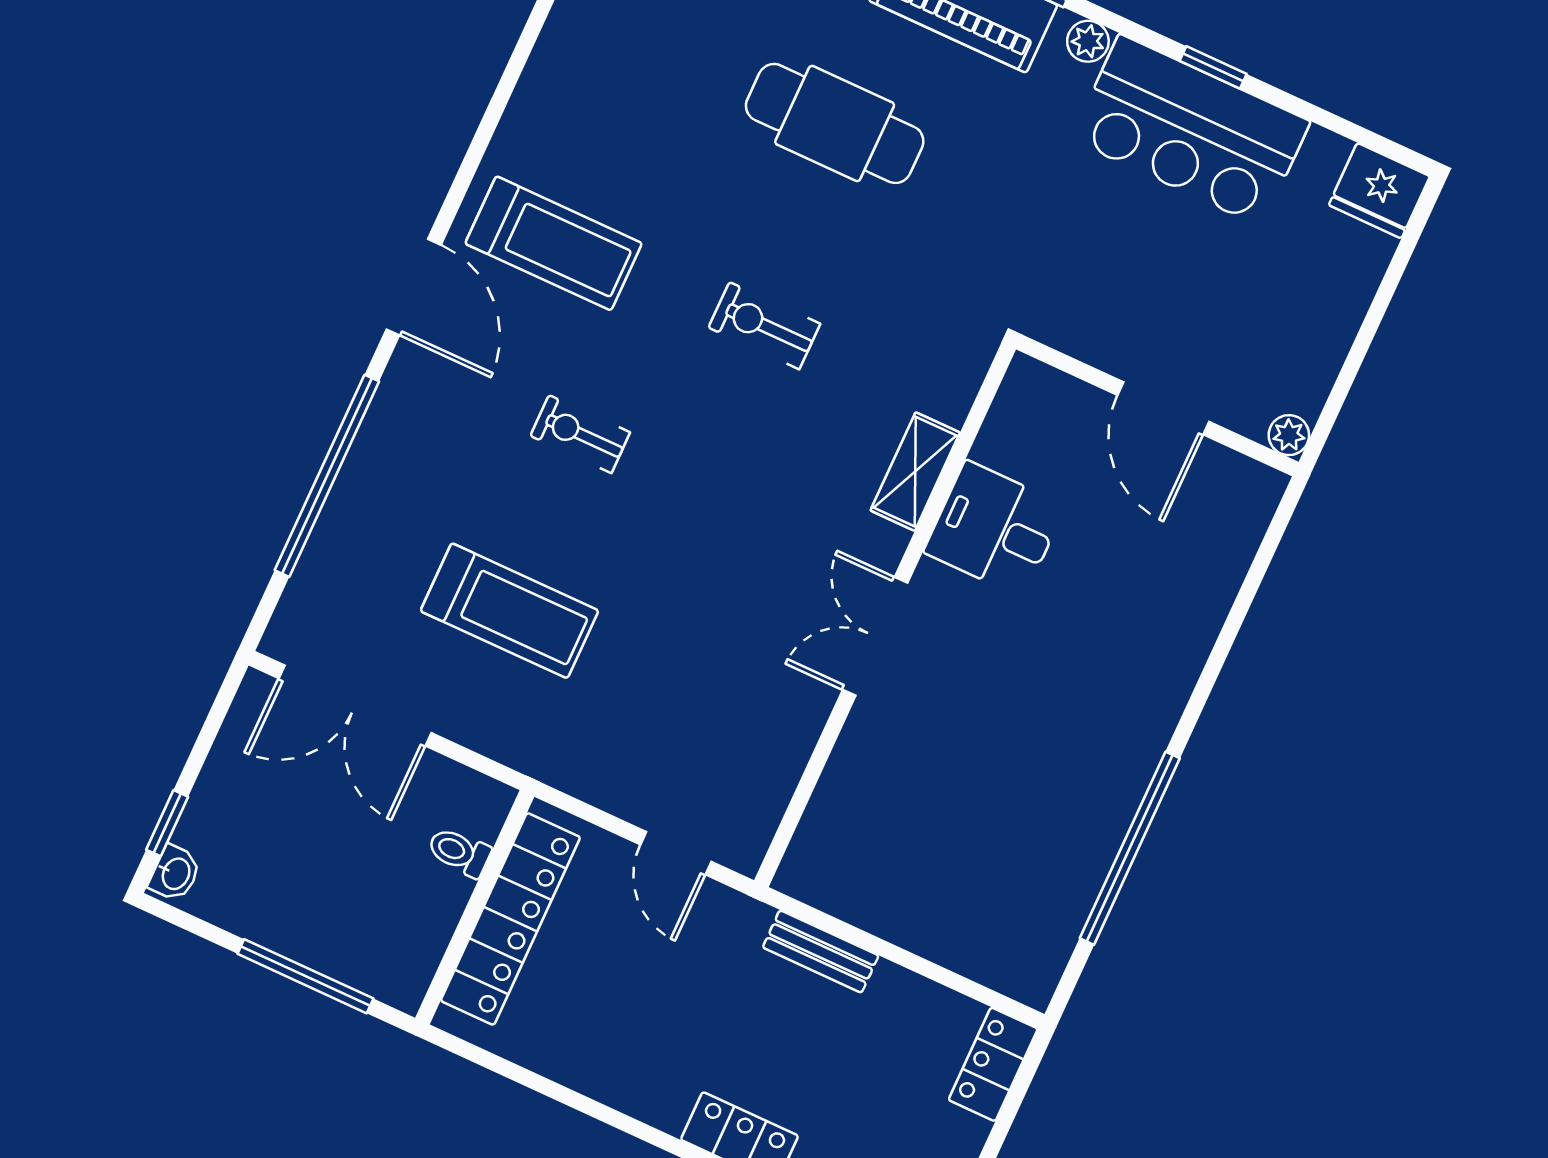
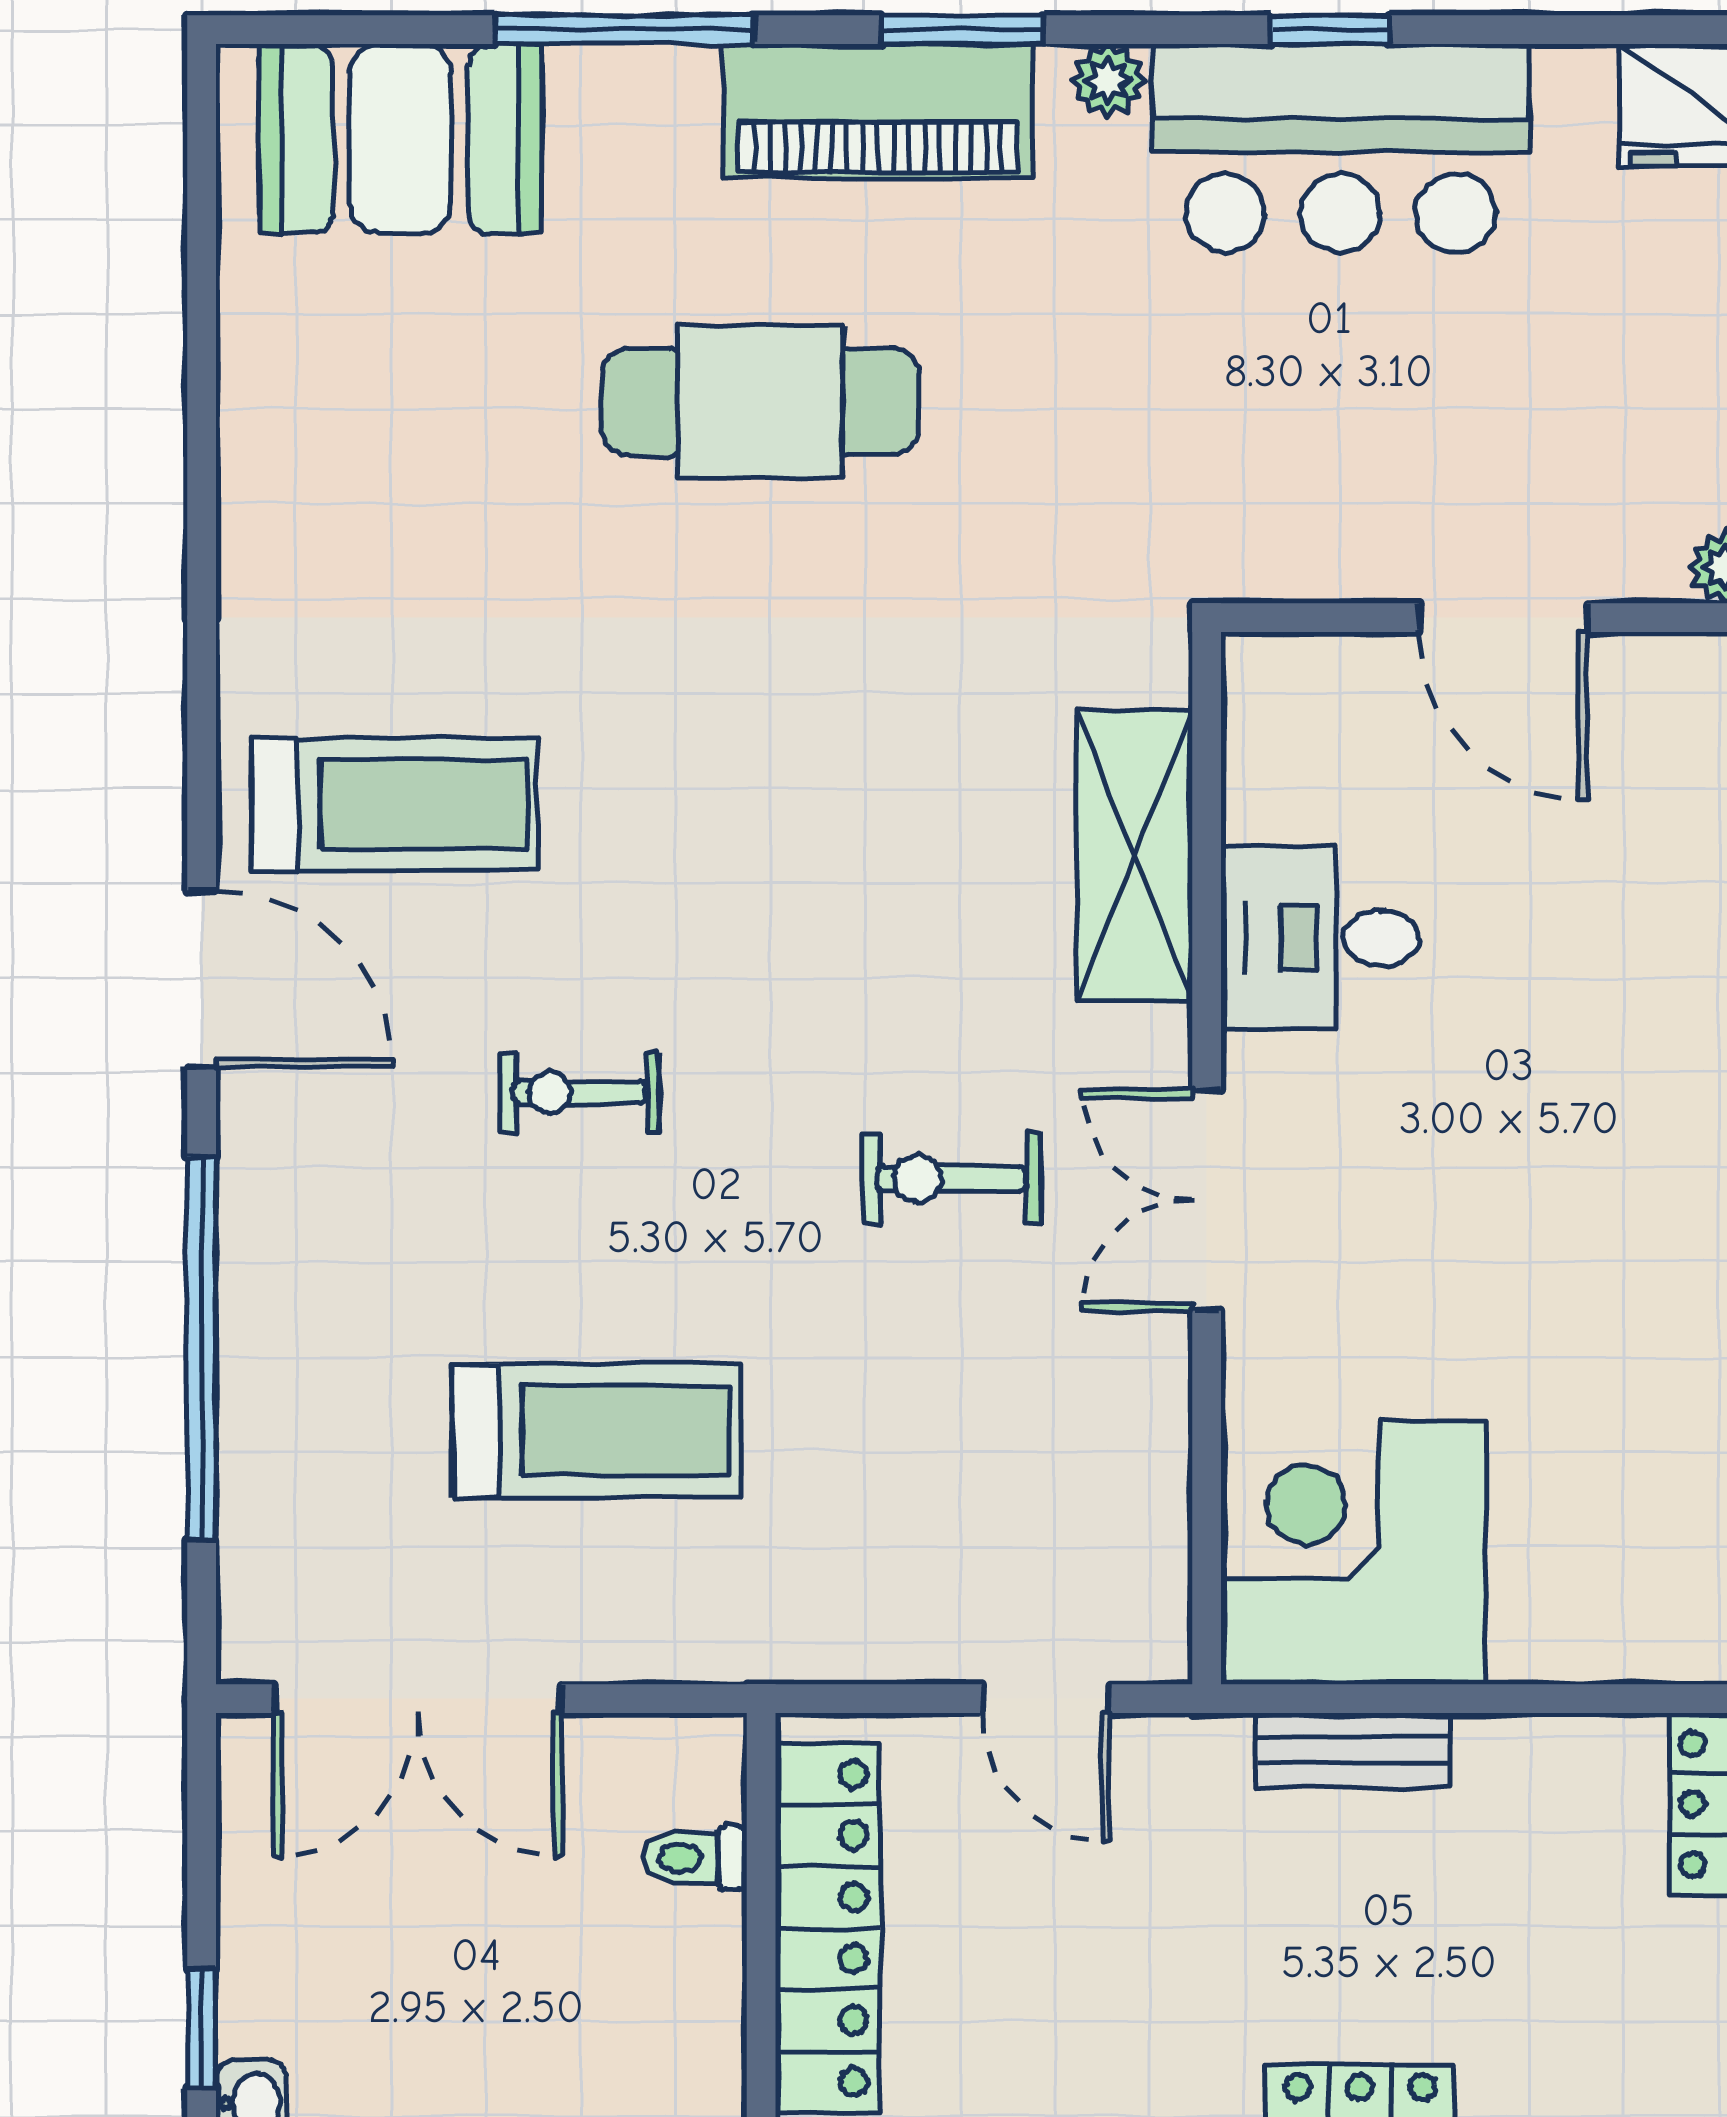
exercise bike: (764, 326) -> (951, 1179), moved
shelving: (915, 472) -> (1135, 856), width x1.50, depth x1.33
corner desk: (867, 851) -> (1353, 1552), added

